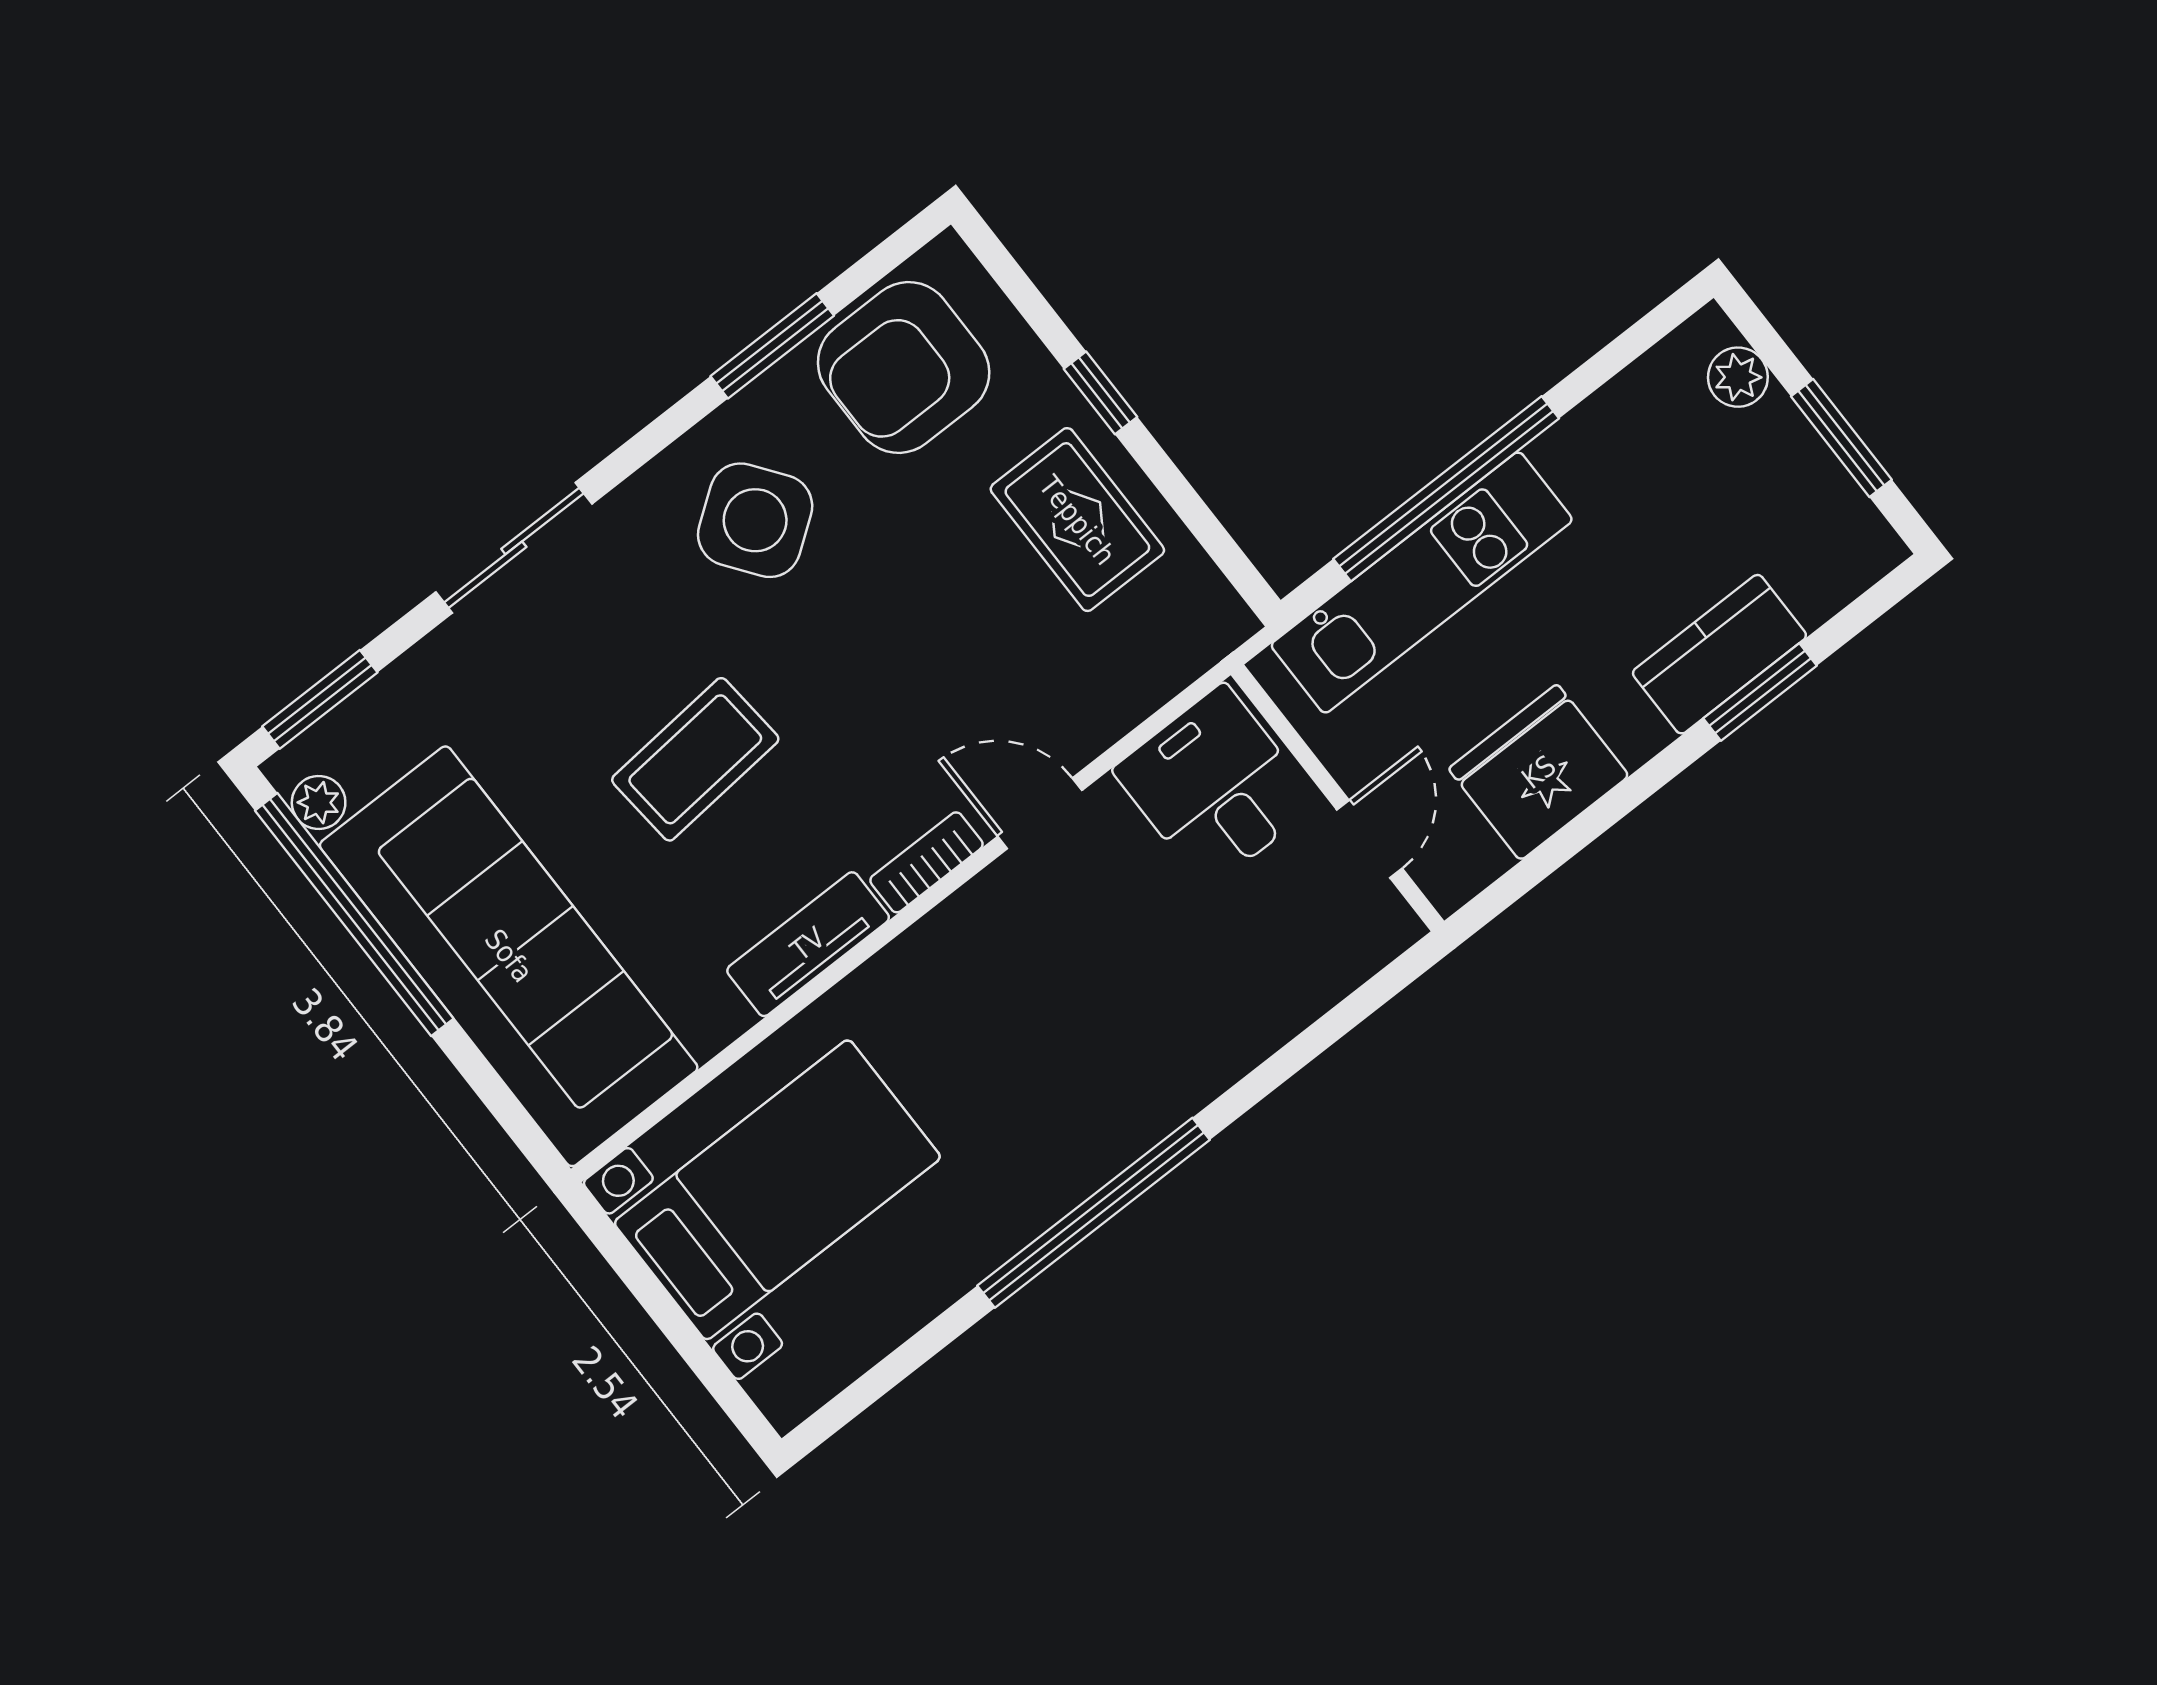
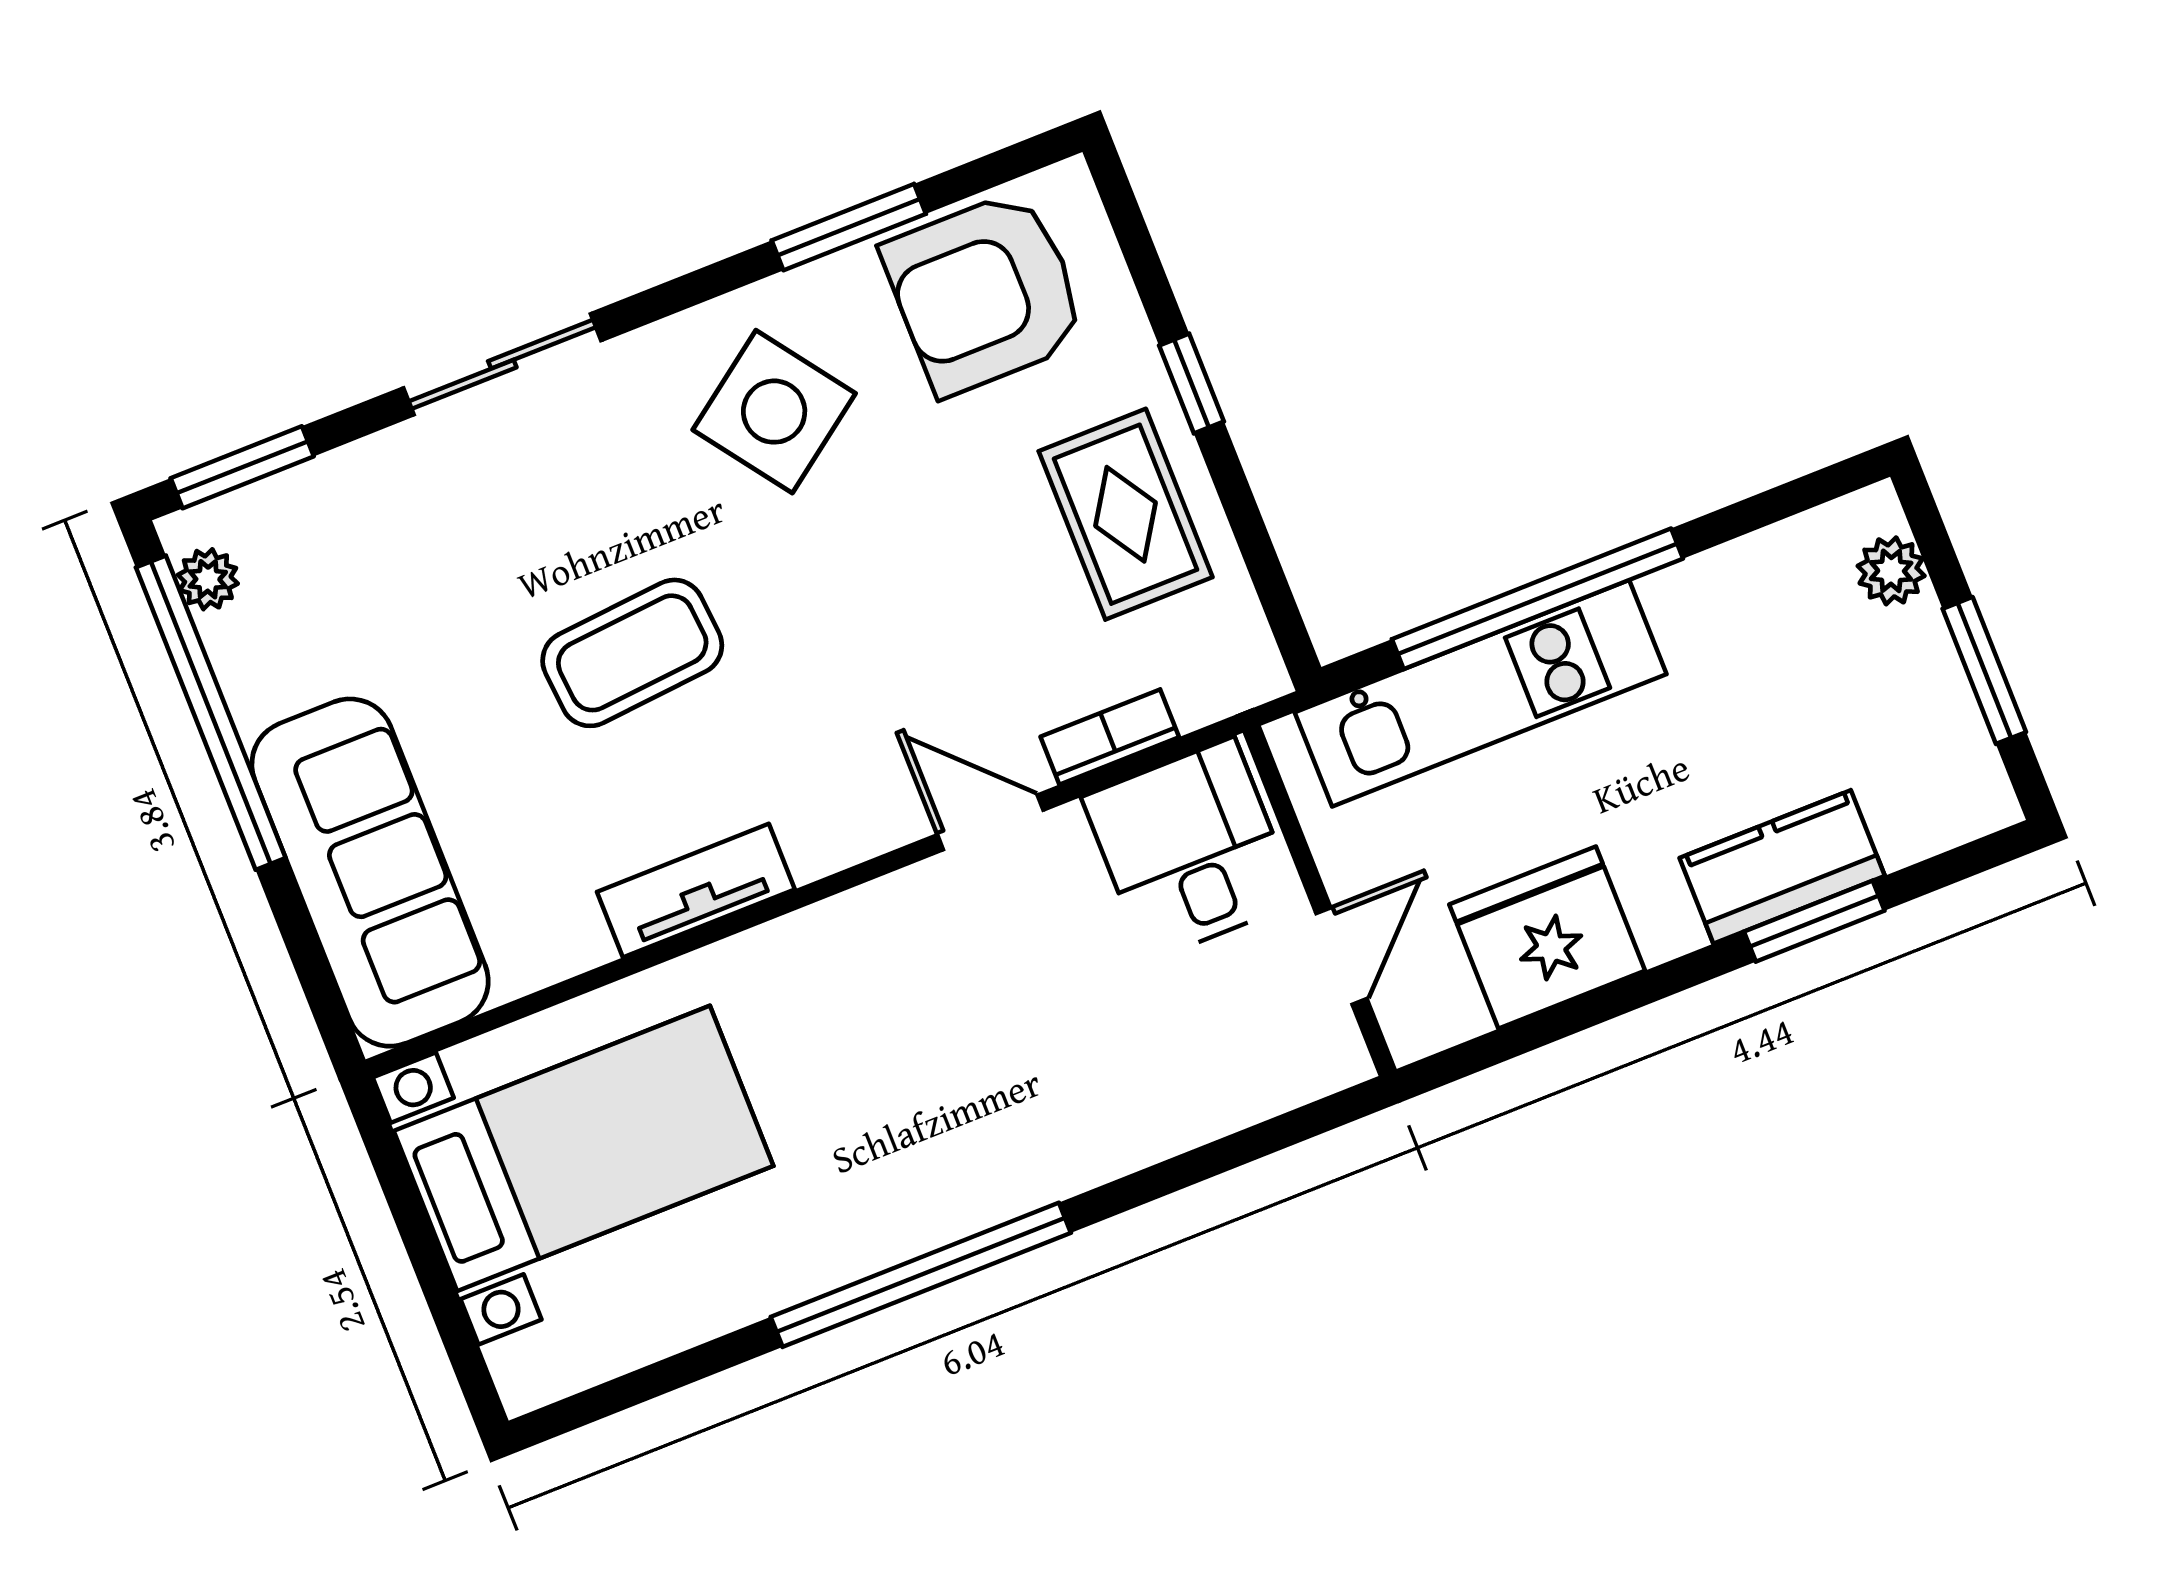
bookcase: (927, 862) -> (1110, 737), moved
sofa: (509, 956) -> (370, 873), width x0.74, depth x0.79

